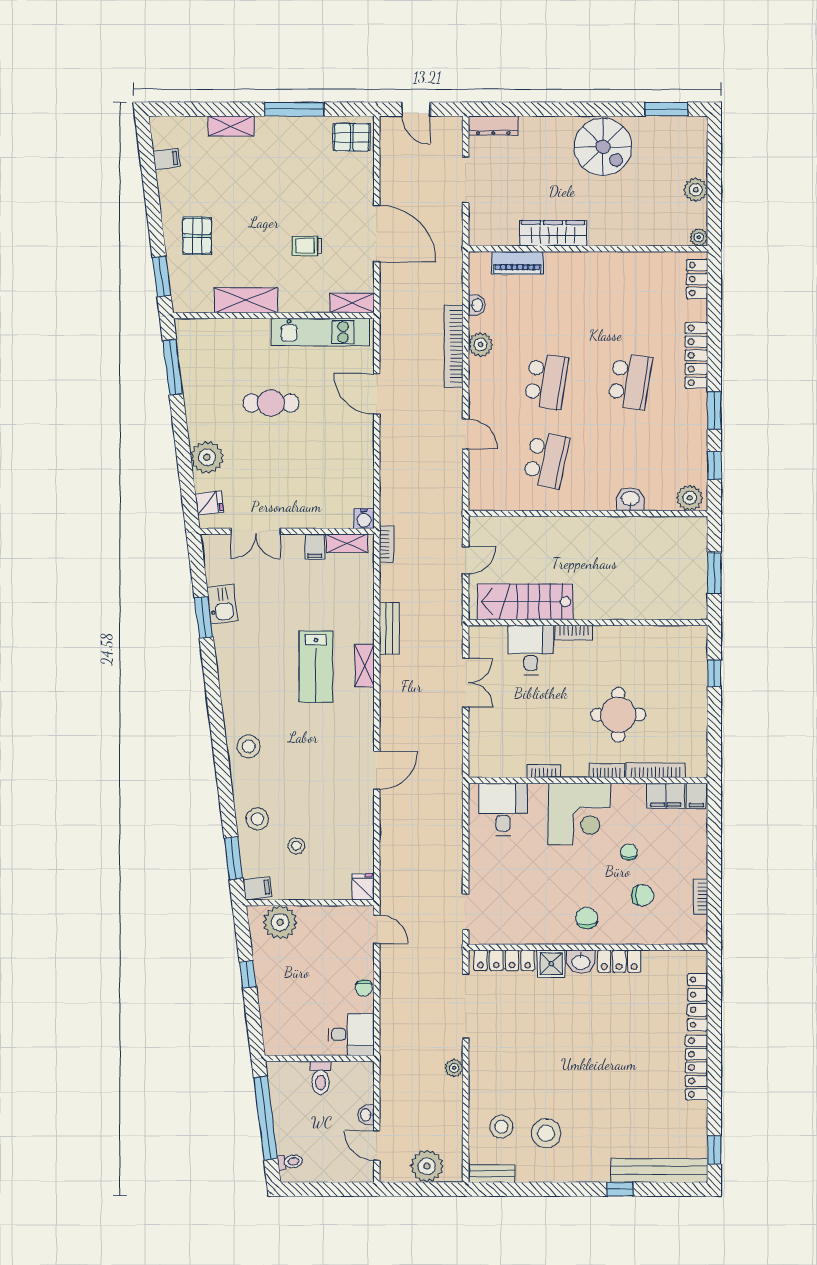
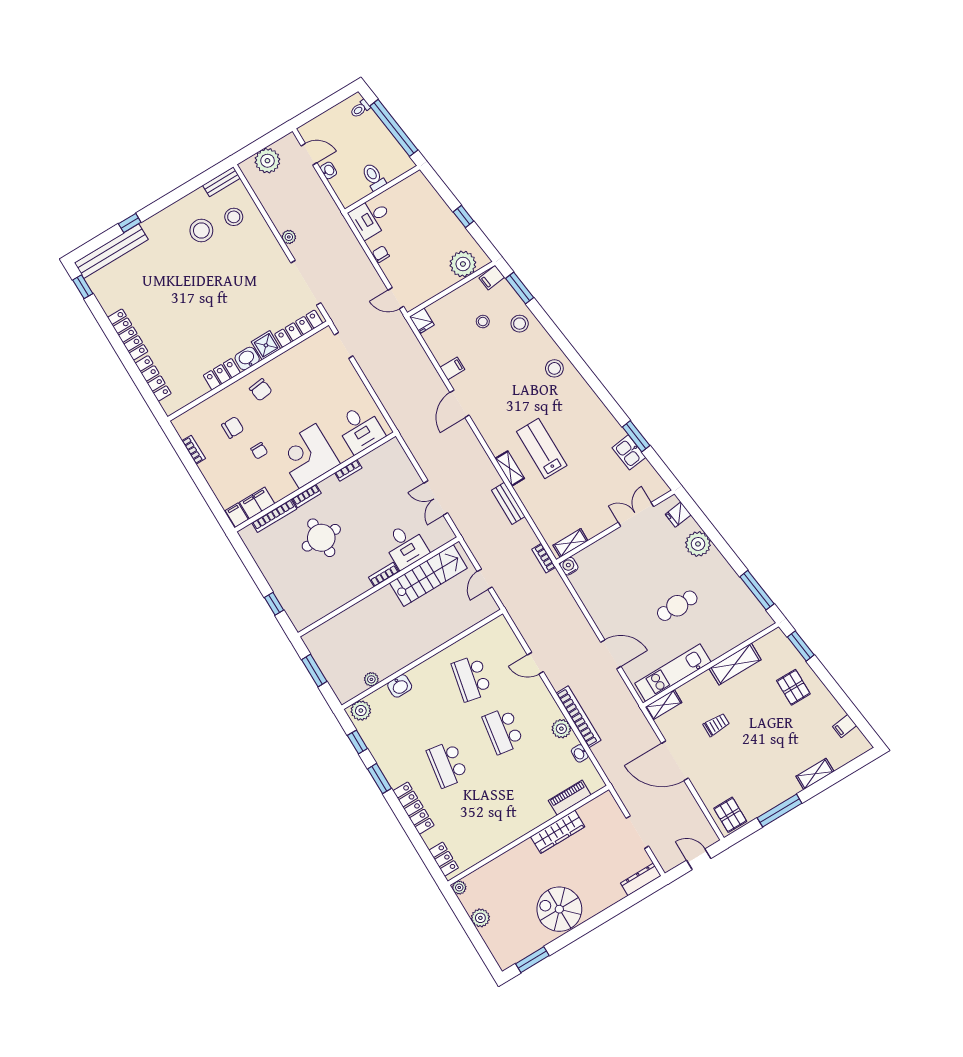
pallet: (352, 137) -> (730, 815), turned 90
plant: (657, 525) -> (371, 679), added
filing cabinet: (315, 547) -> (452, 368), moved, turned 90
chair: (643, 895) -> (233, 427), turned 180

